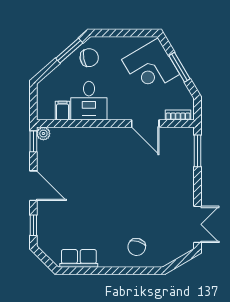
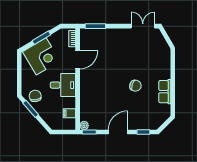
desk: (89, 101) -> (63, 85), moved
chair: (137, 247) -> (135, 86), moved
row of seats: (79, 258) -> (165, 92), moved

